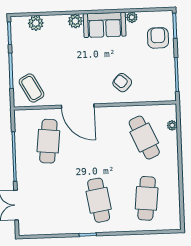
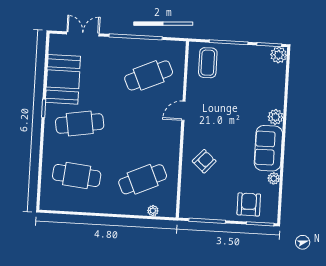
plant: (36, 23) -> (279, 55), moved
armchair: (158, 38) -> (249, 204), turned -90
coffee table: (32, 88) -> (208, 63), turned -61
door: (78, 106) -> (183, 111), width x0.53
cafe table: (48, 141) -> (149, 75), turned -30
booth: (60, 219) -> (63, 79), added

